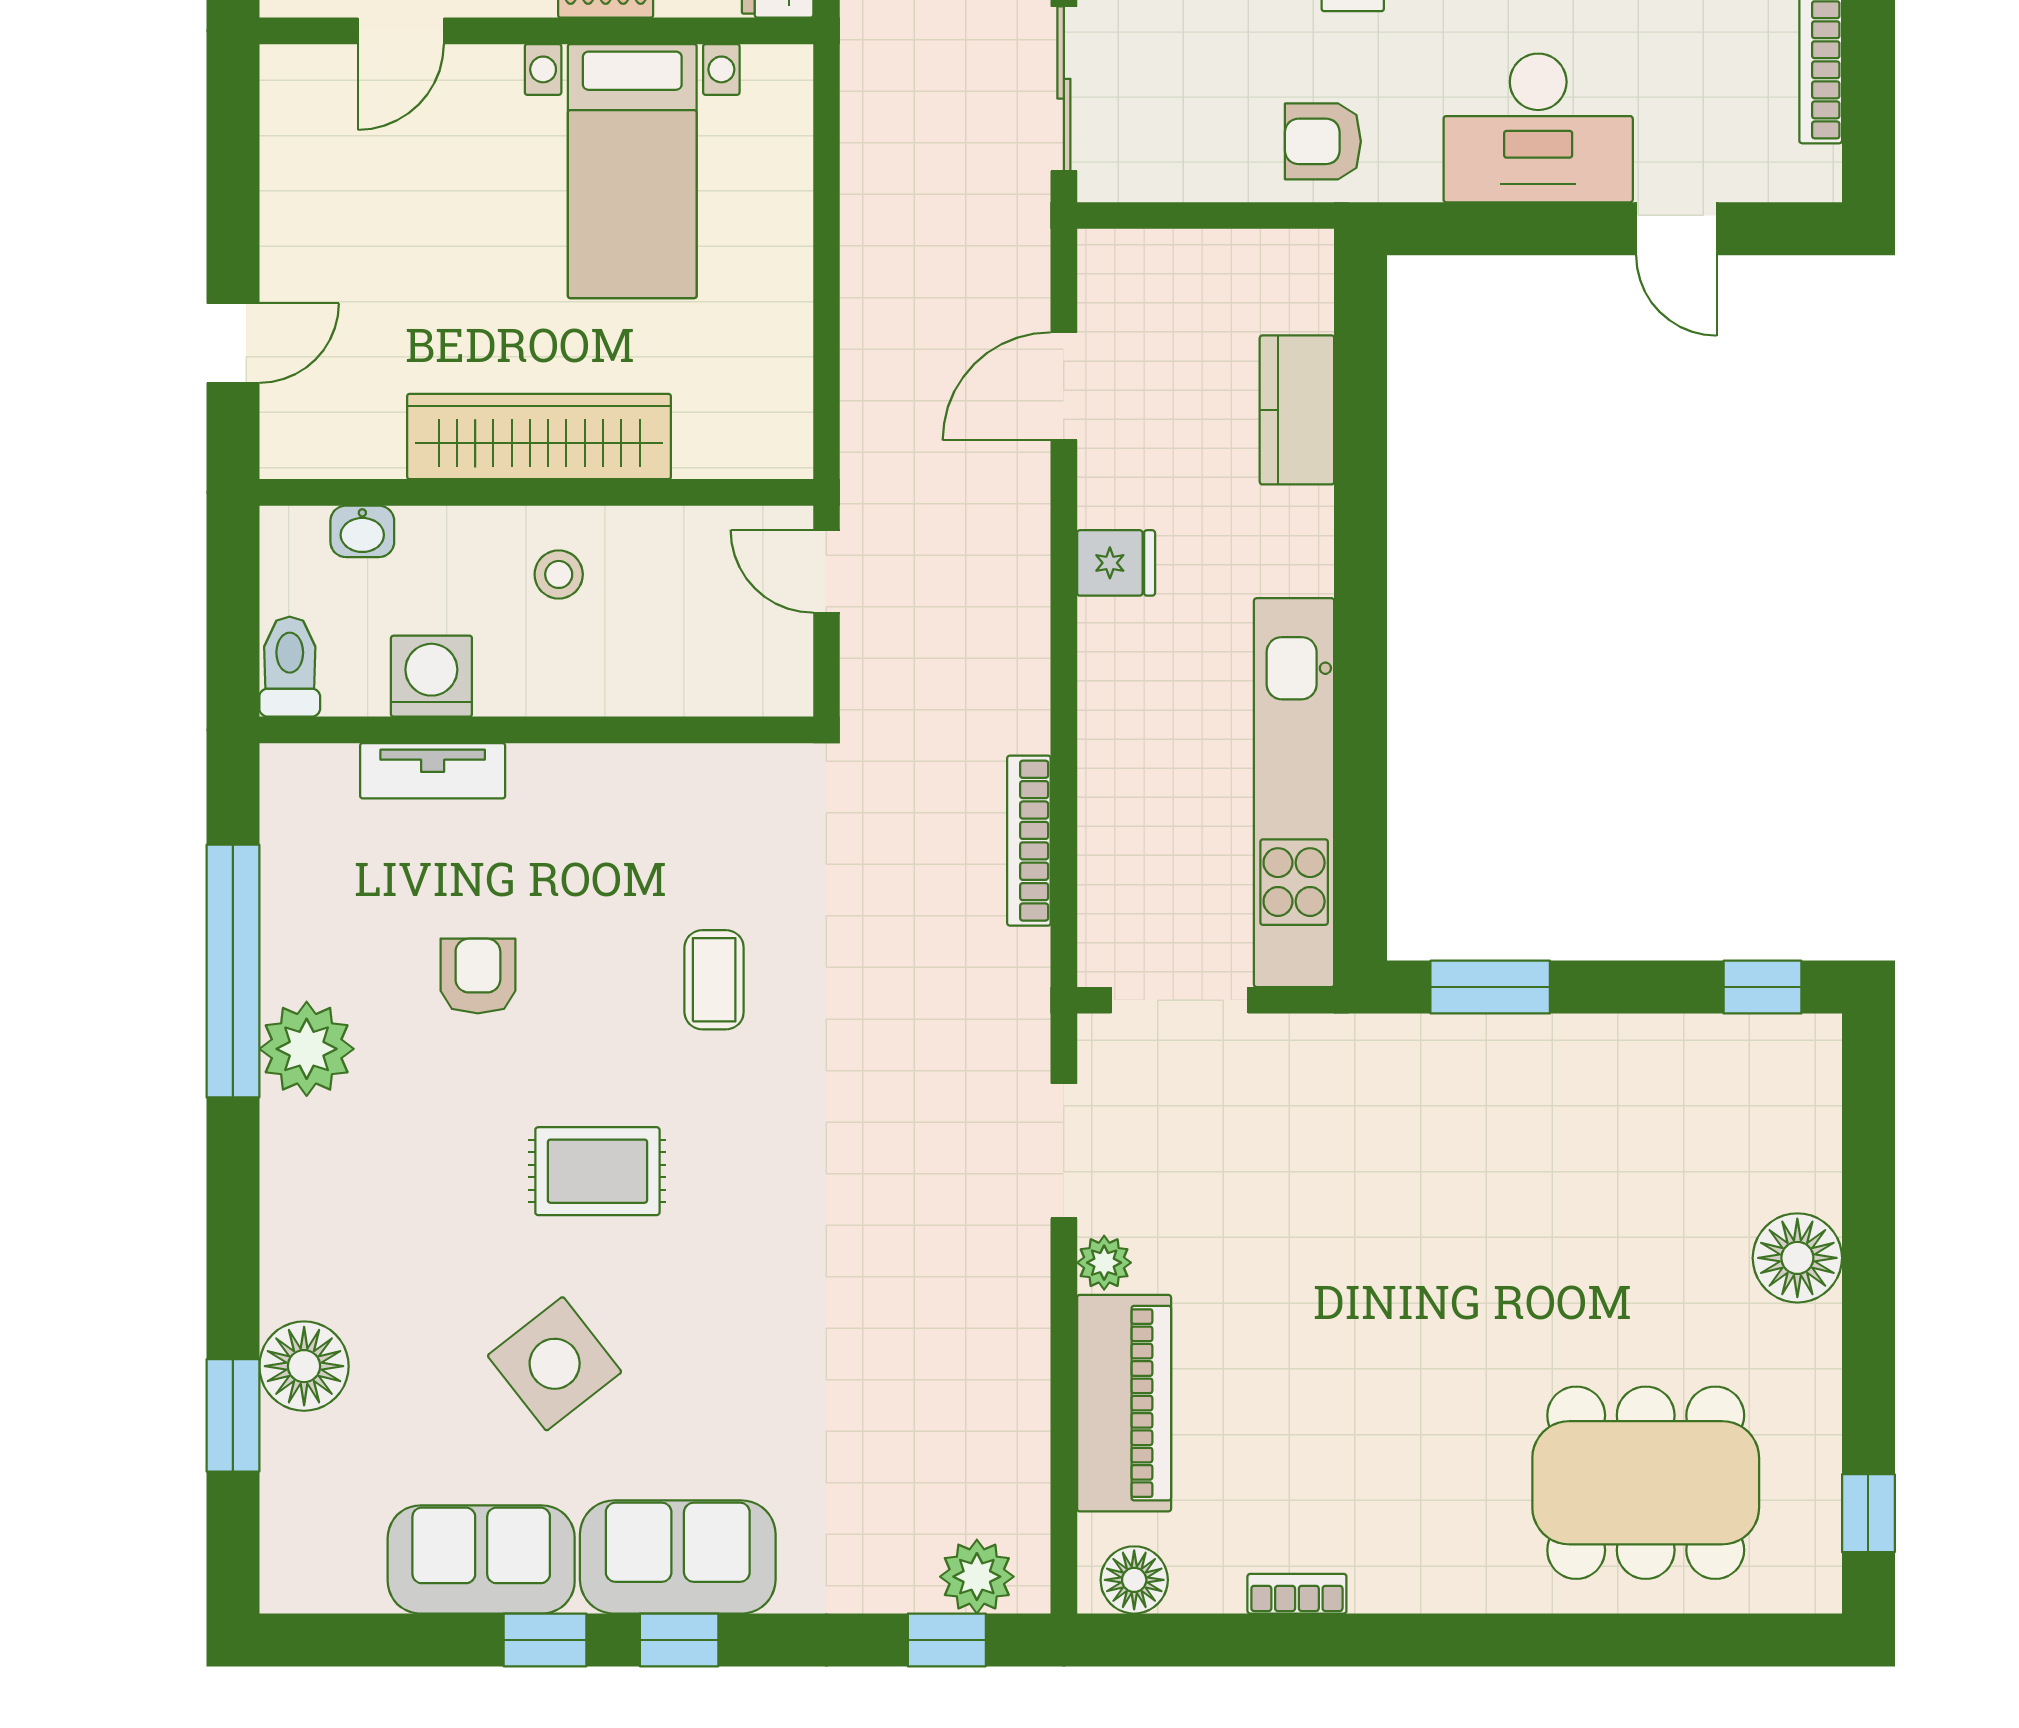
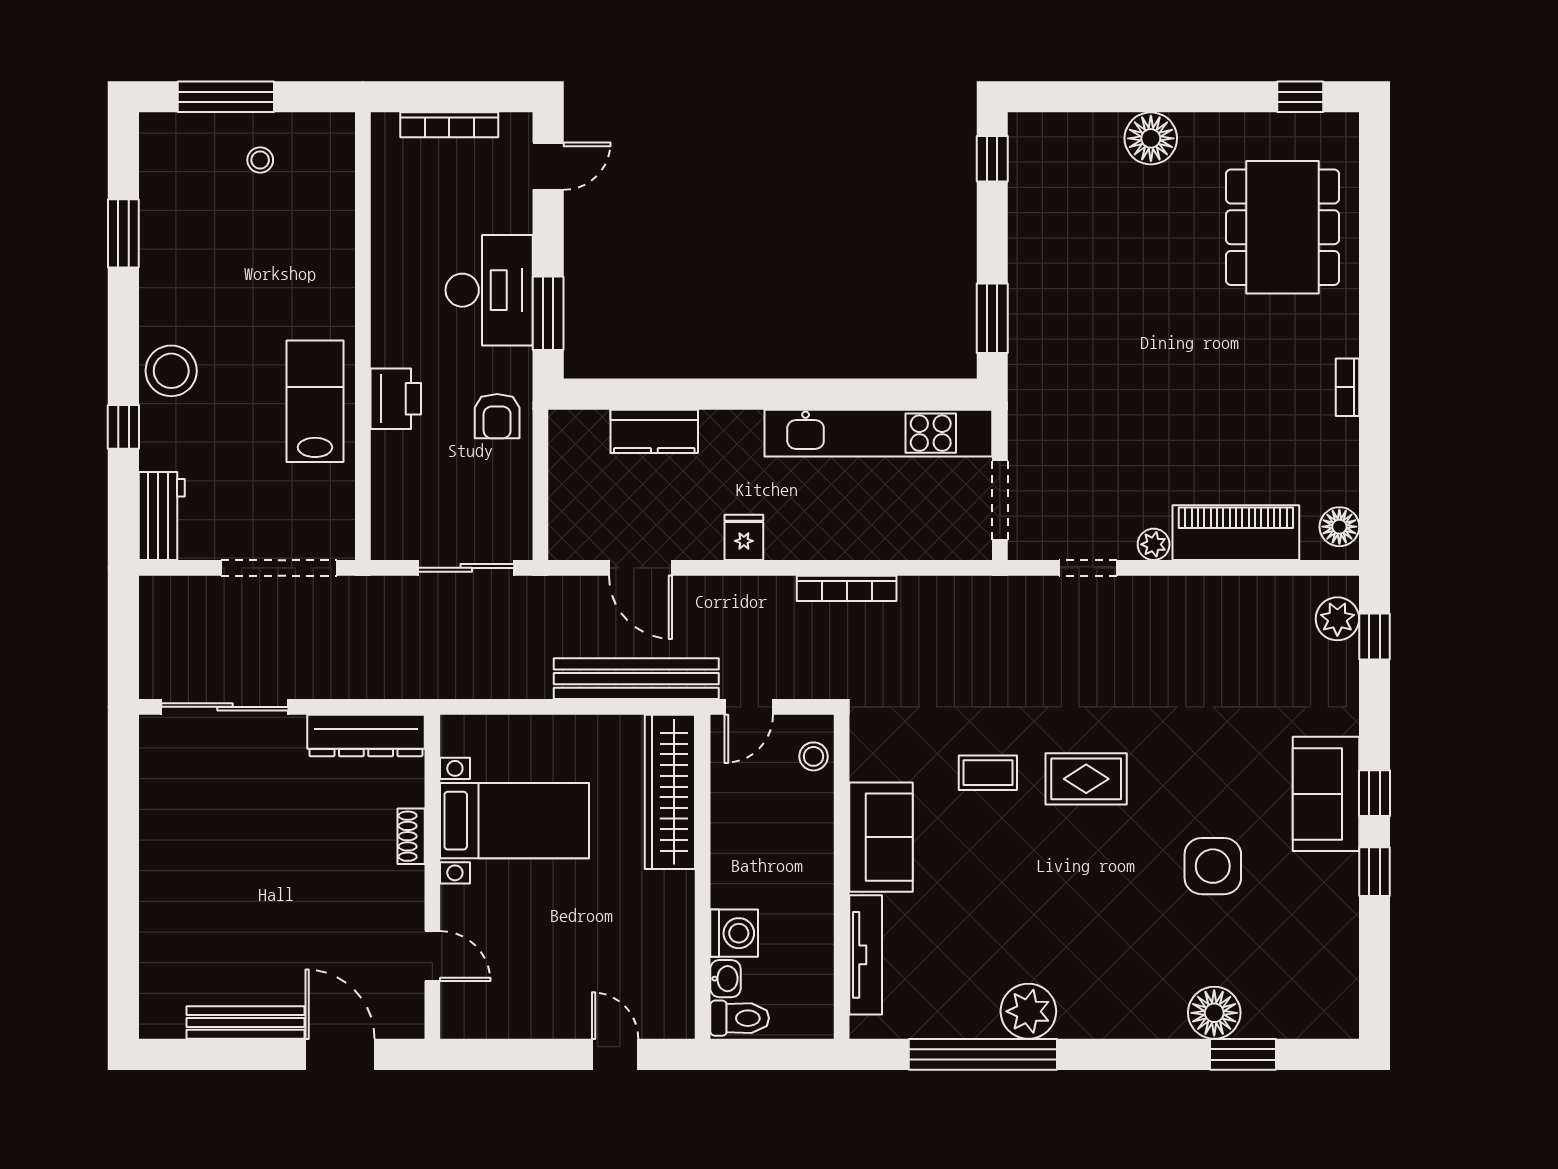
window: (1499, 229) -> (548, 313), added
door: (1676, 229) -> (548, 166), moved
bench: (875, 379) -> (636, 679), added
wardrobe: (539, 437) -> (670, 792), moved
stool: (559, 574) -> (813, 756), moved
toilet: (290, 667) -> (740, 1018), moved, turned 180
washing machine: (431, 676) -> (734, 933), moved, turned 180
tv unit: (433, 771) -> (866, 955), width x1.41
bookcase: (1029, 841) -> (847, 588), moved
armchair: (478, 976) -> (986, 911), removed
doorway: (1064, 1151) -> (1088, 568), width x0.73
rug: (597, 1171) -> (1086, 779), moved, turned 90
side table: (555, 1364) -> (1213, 866), turned 38
sofa: (481, 1559) -> (881, 837), moved, turned 180
bookcase: (1297, 1594) -> (1347, 387), moved

